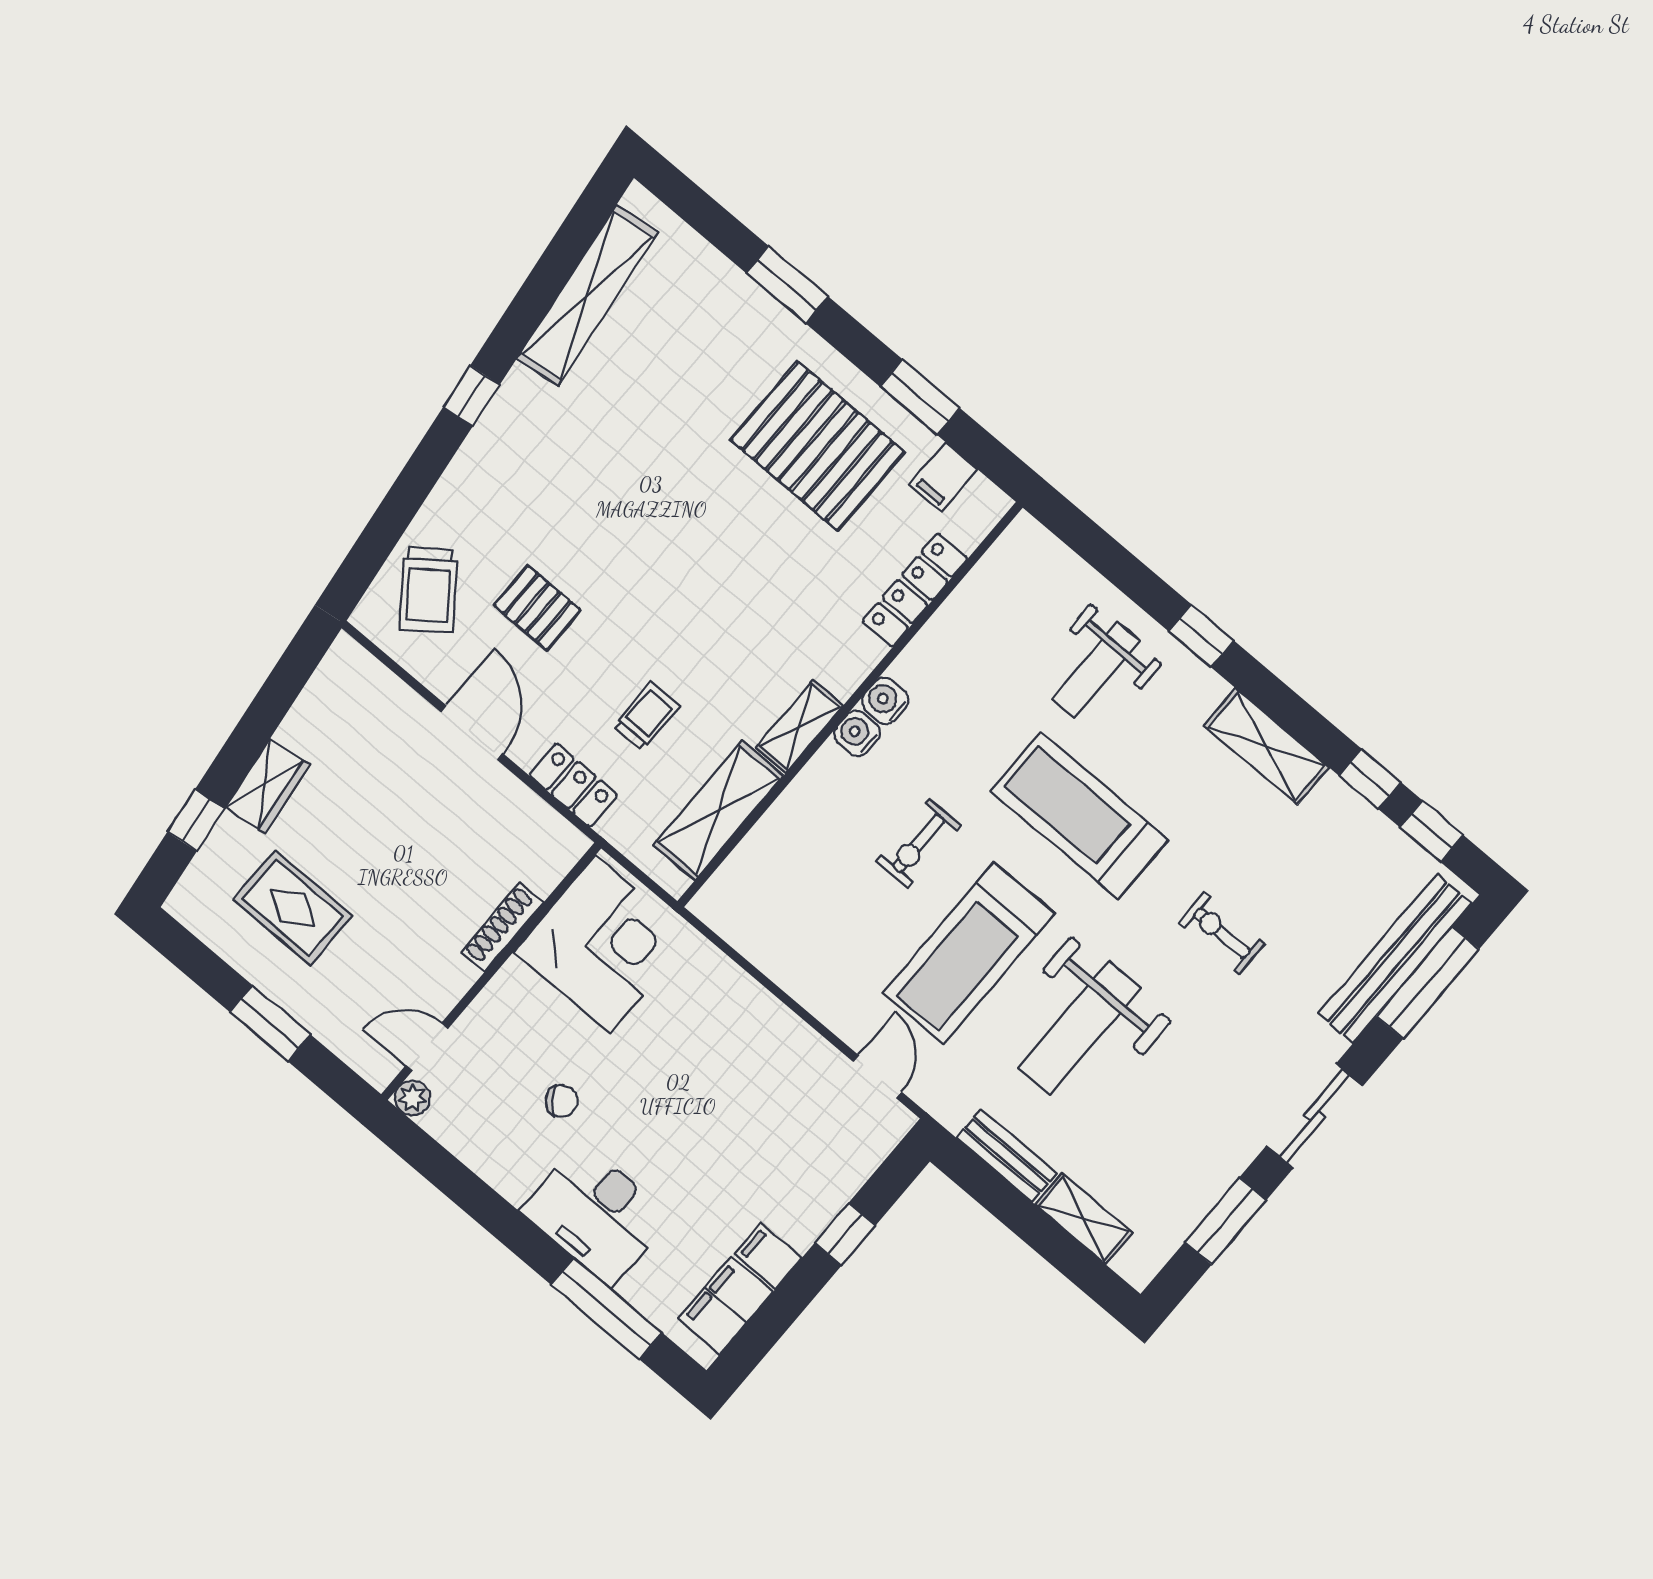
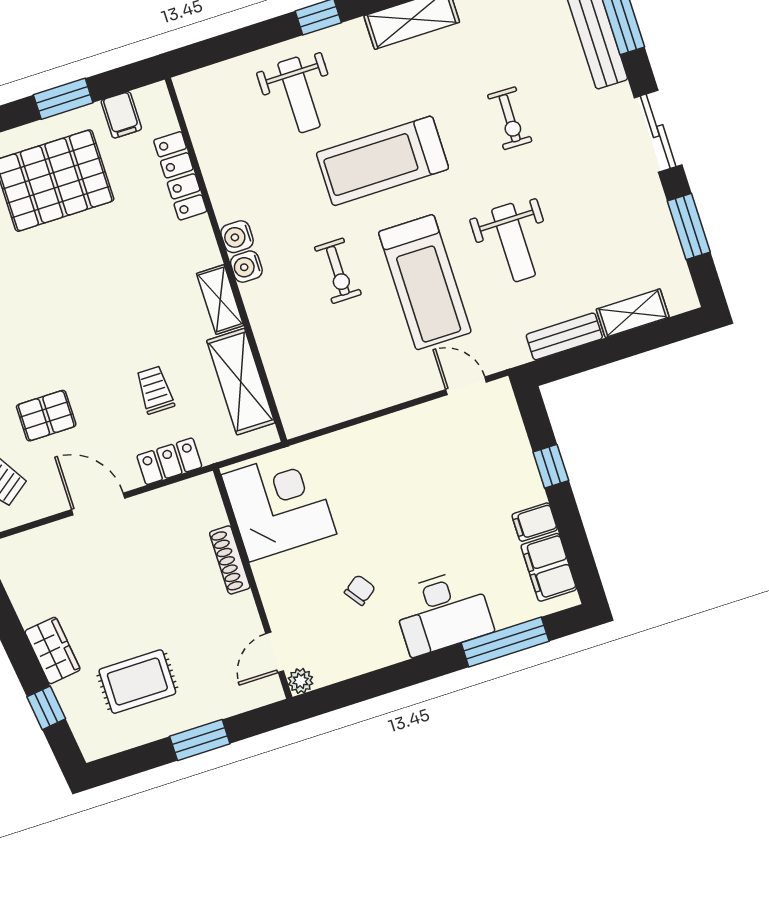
exercise bike: (1222, 933) -> (510, 118), turned -89
weight bench: (1079, 1028) -> (514, 243), width x0.73, depth x0.75

